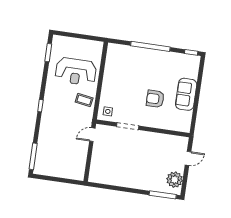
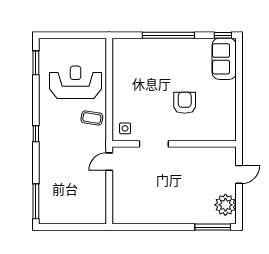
reception desk: (76, 71) -> (76, 82), turned 180
sofa: (186, 94) -> (224, 59), moved
armchair: (155, 99) -> (185, 103), turned 90

